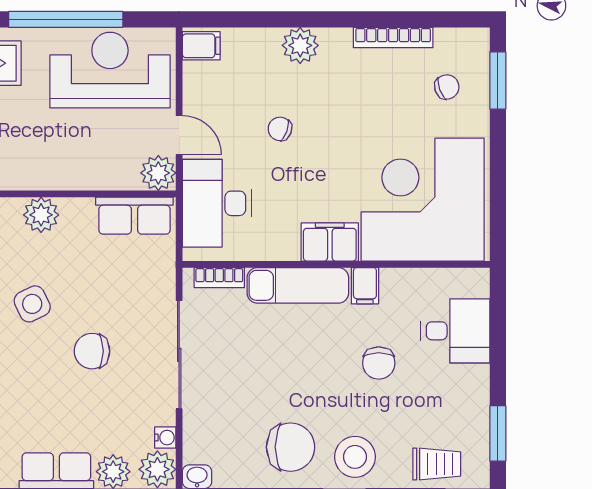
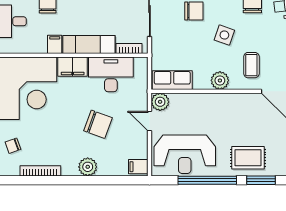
chair: (280, 129) -> (98, 124), width x1.87, depth x1.87
desk: (217, 203) -> (111, 74), moved, turned -90
side table: (32, 304) -> (224, 35), turned 45

